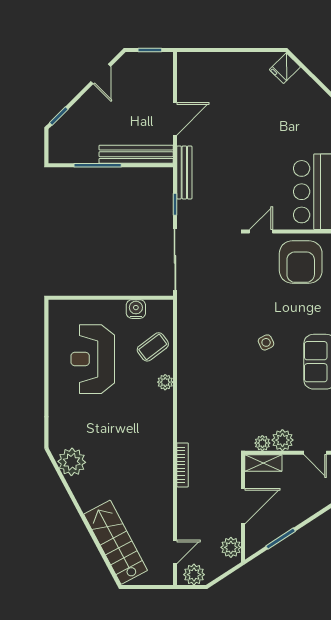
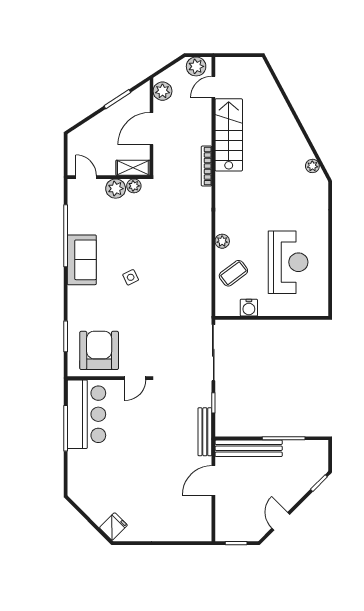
plant: (72, 462) -> (312, 166), width x0.53, depth x0.53
stairs: (116, 542) -> (229, 135), moved, turned -152

